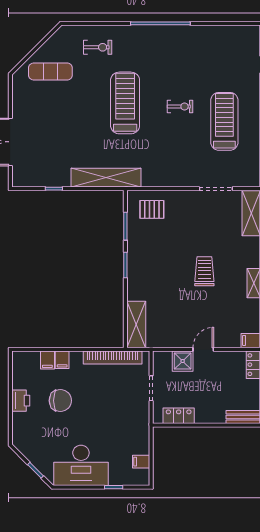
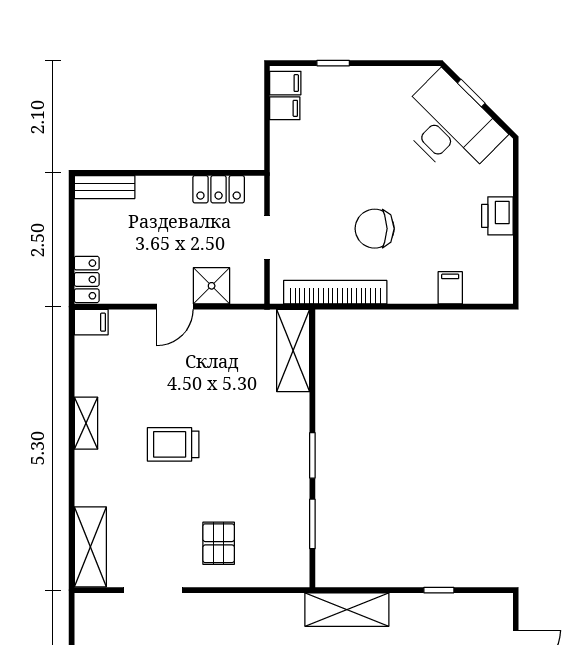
shelving: (106, 178) -> (347, 610), width x0.68
pallet: (152, 209) -> (219, 543), moved, turned 90
trolley: (204, 271) -> (173, 444), turned 90
filing cabinet: (62, 360) -> (285, 83), moved, turned 90
chair: (60, 401) -> (375, 229), moved
desk: (81, 465) -> (450, 126), moved, turned 45

